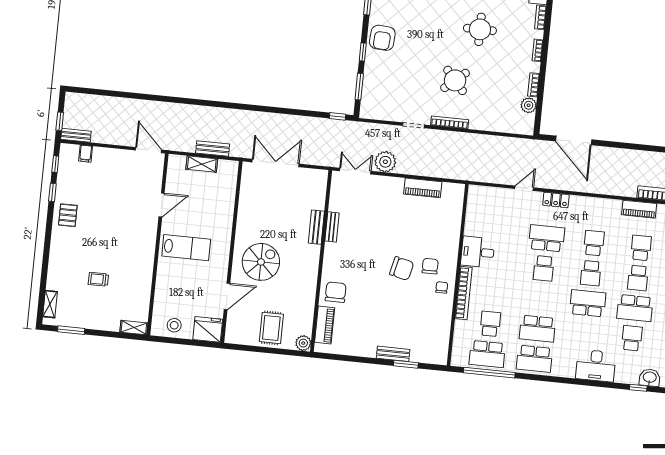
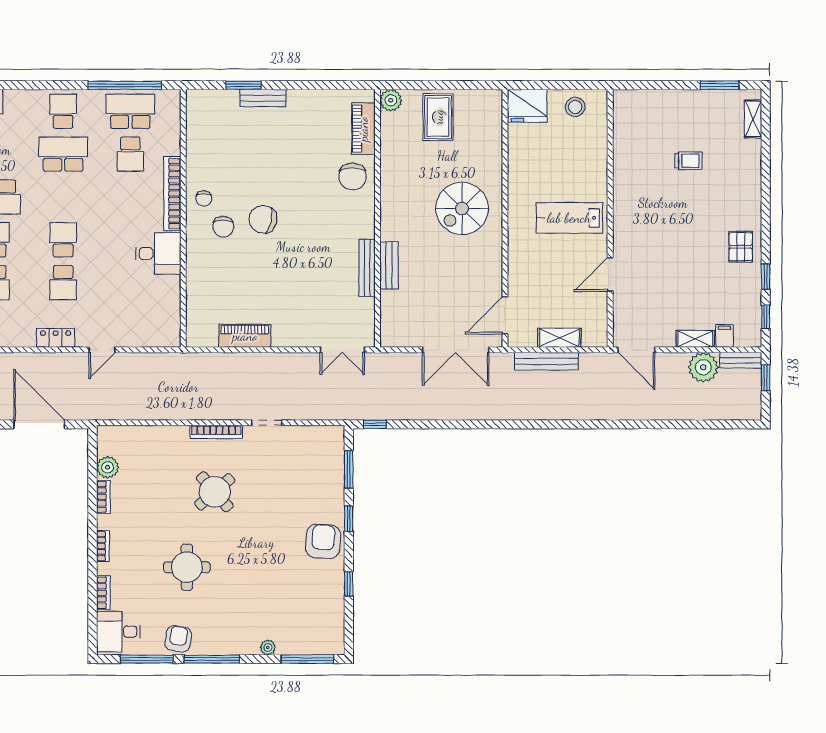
bench: (213, 149) -> (546, 361), width x1.36
plant: (385, 162) -> (703, 367), moved
bench: (332, 227) -> (367, 268), width x1.36
school desk: (547, 238) -> (63, 283), width x0.54
door: (227, 296) -> (505, 315), moved
shelving: (134, 328) -> (695, 339), moved
school desk: (534, 359) -> (63, 111), width x0.54

